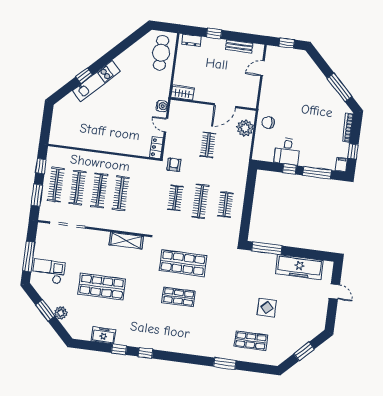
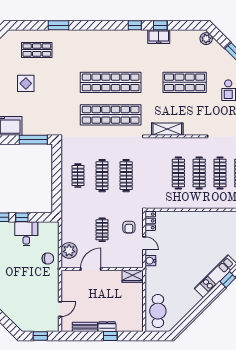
dresser: (191, 40) -> (107, 327), moved
armchair: (174, 165) -> (129, 227), moved
clothes rail: (175, 198) -> (126, 176), width x1.36
shop shelf: (183, 263) -> (111, 115), width x1.40
shop shelf: (178, 297) -> (111, 82), width x2.00, depth x1.36
plant: (61, 313) -> (206, 39), moved
freezer: (103, 335) -> (159, 37), moved

